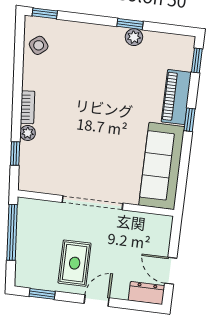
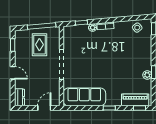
piano: (176, 97) -> (135, 100), moved
rug: (75, 263) -> (39, 45), moved, turned 90
door: (171, 271) -> (44, 108), moved

